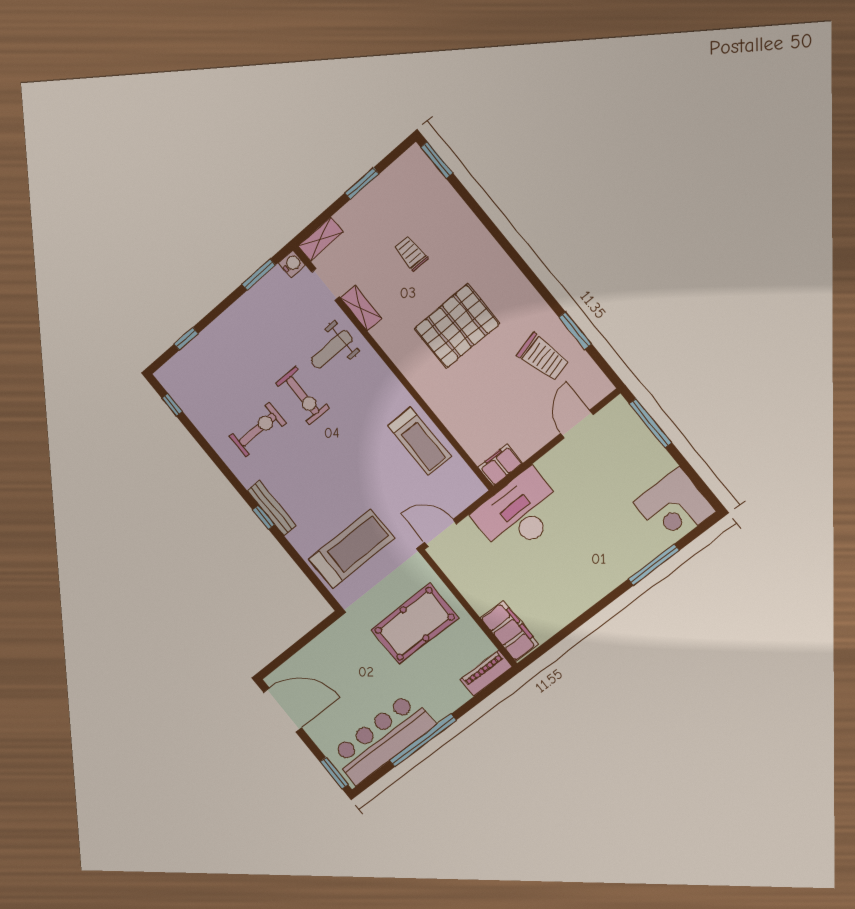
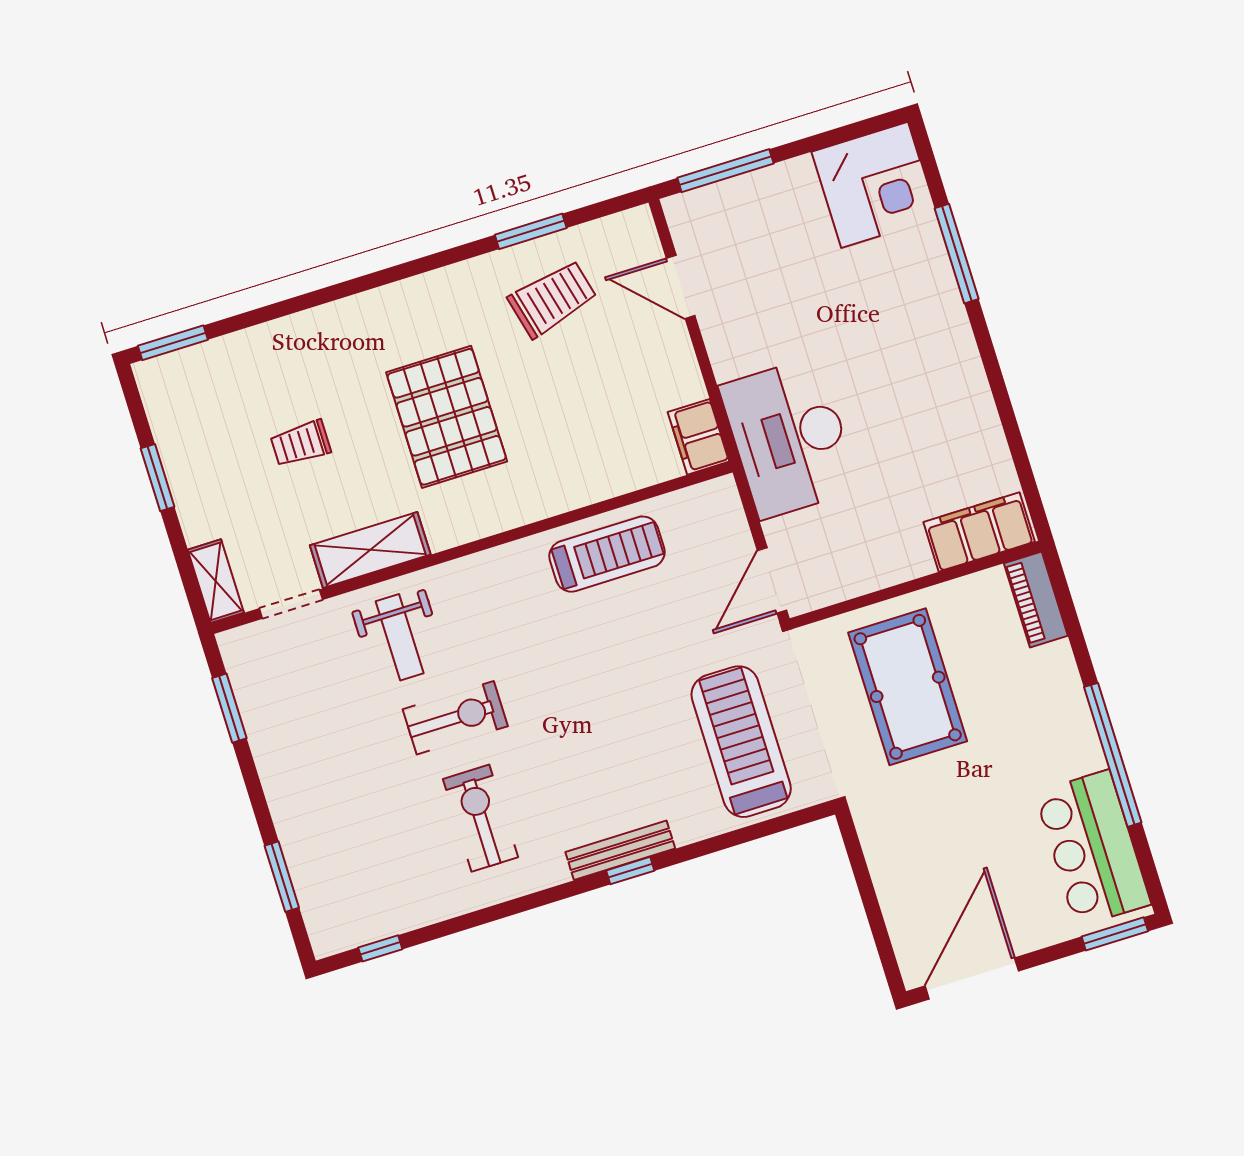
water cooler: (292, 264) -> (235, 645), removed
shelving: (361, 308) -> (370, 550), width x1.50, depth x1.33
window: (186, 339) -> (282, 877), width x1.50
bar counter: (382, 739) -> (1093, 848), width x0.73

